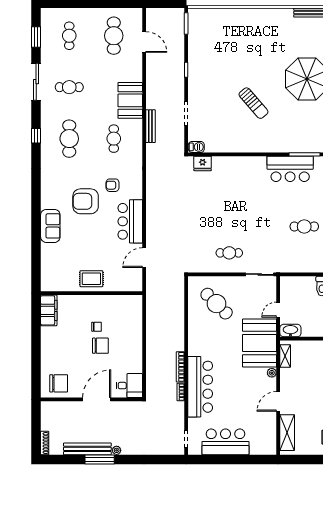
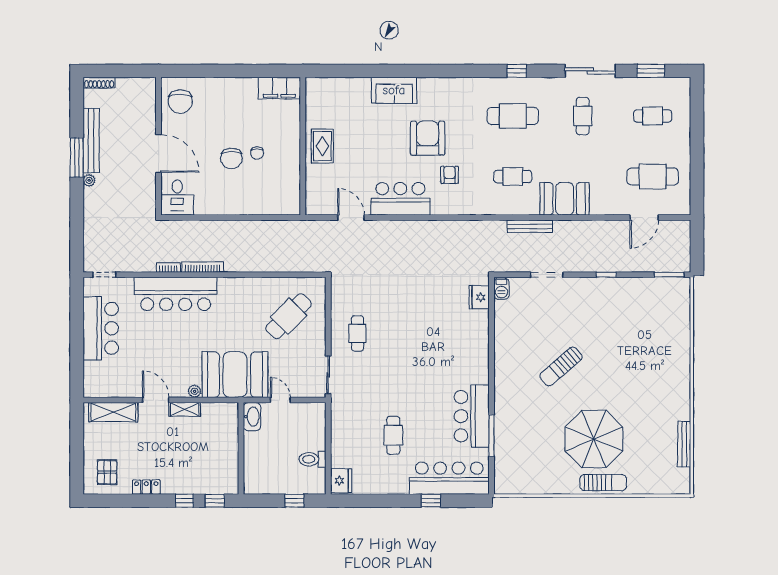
shelving: (285, 356) -> (185, 409), moved

